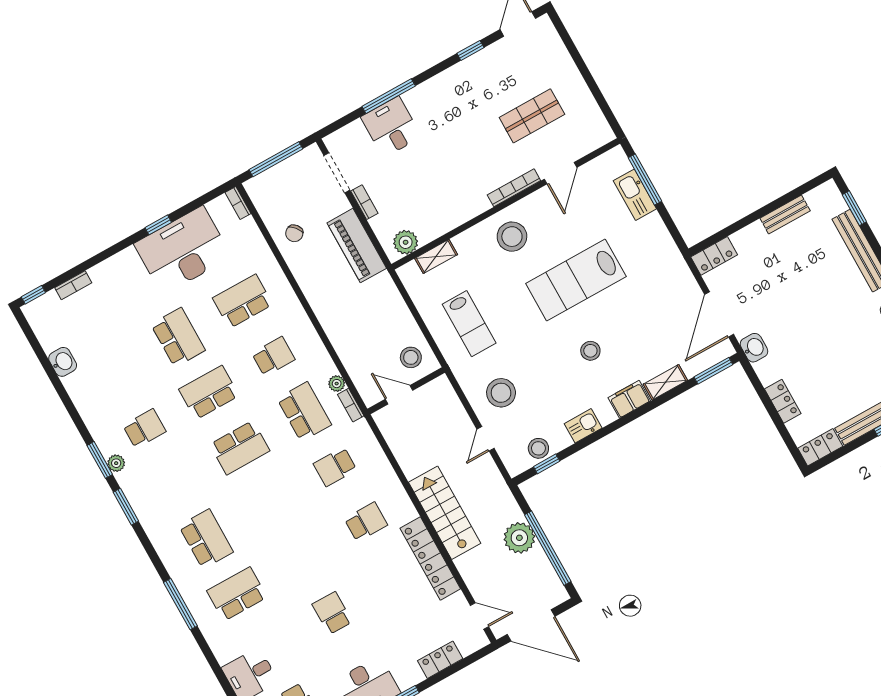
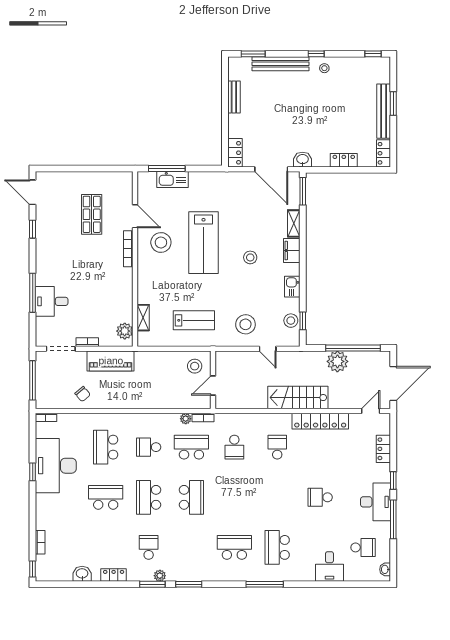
stool: (512, 237) -> (161, 243), moved
school desk: (273, 356) -> (149, 447), turned -90
locker: (84, 403) -> (114, 575), added

